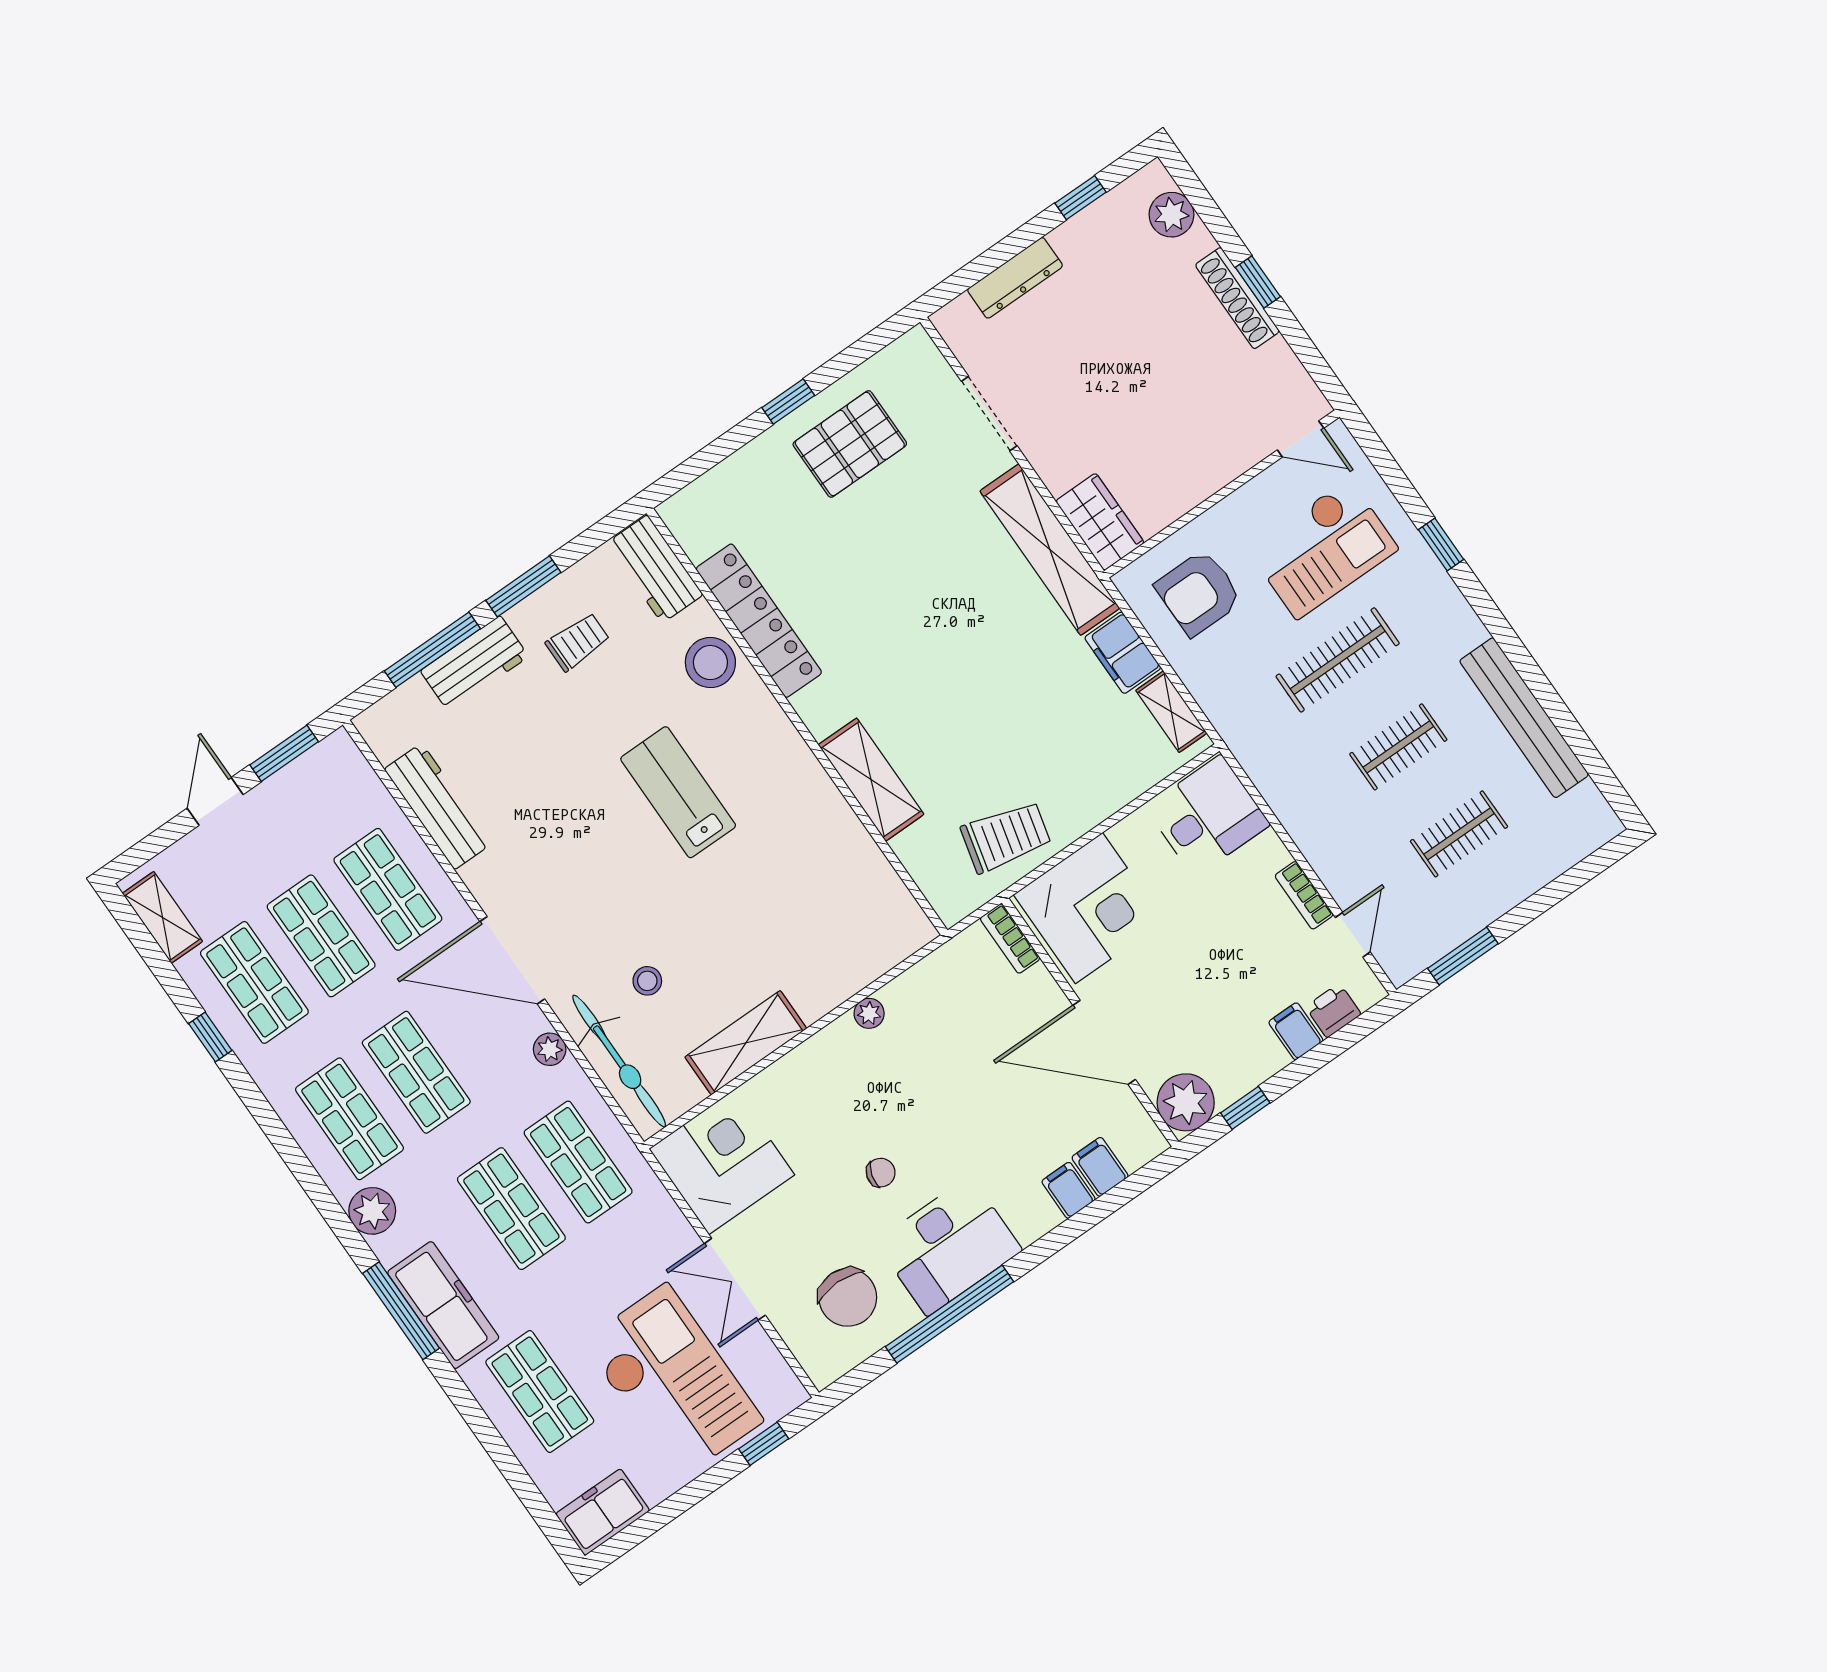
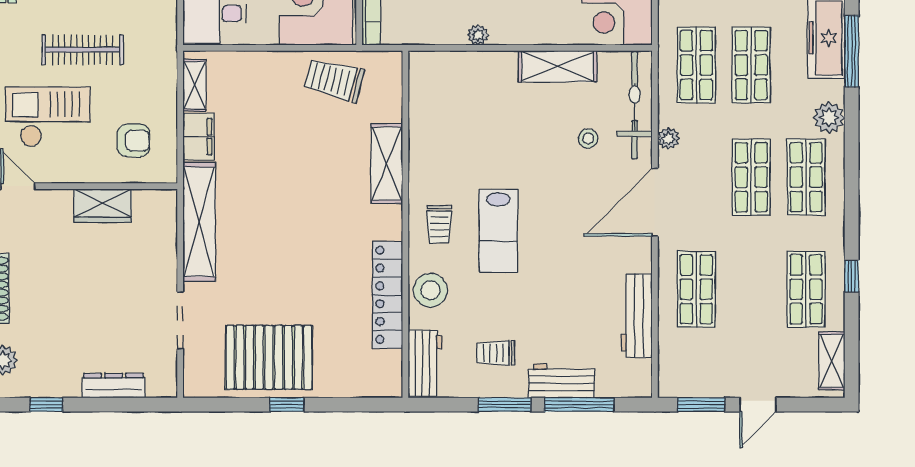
pallet: (850, 444) -> (269, 357), width x1.37, depth x1.41
wardrobe: (1100, 522) -> (103, 206), moved, turned -90
armchair: (1199, 593) -> (133, 140), width x0.72, depth x0.72
trolley: (756, 750) -> (439, 224), added
shop shelf: (321, 936) -> (751, 289), removed
door: (512, 960) -> (655, 202), swing flipped

